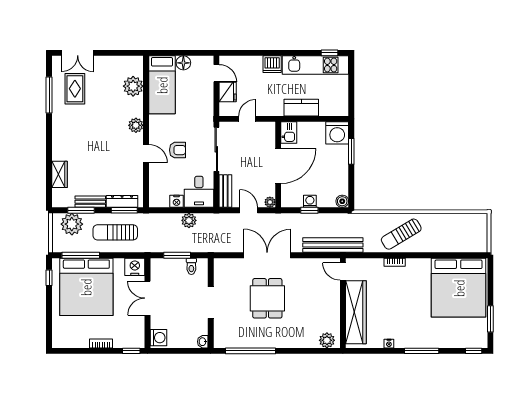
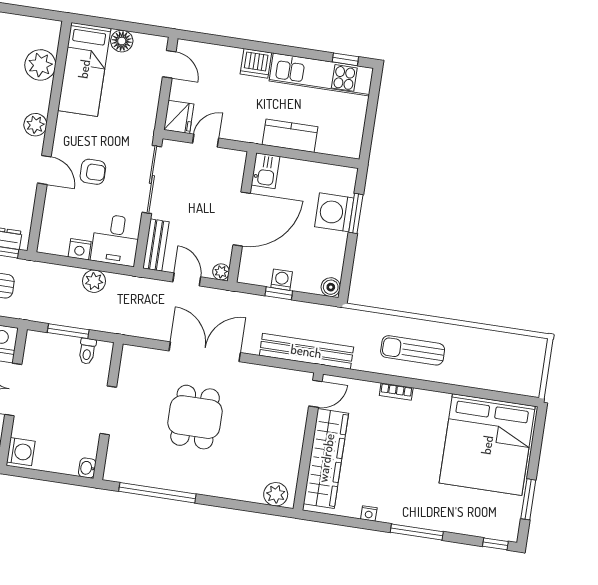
fridge: (228, 92) -> (179, 117), moved
washing machine: (337, 133) -> (334, 212), moved, turned 90
sun lounger: (401, 234) -> (413, 350), turned 31
door: (343, 272) -> (315, 394), swing flipped

